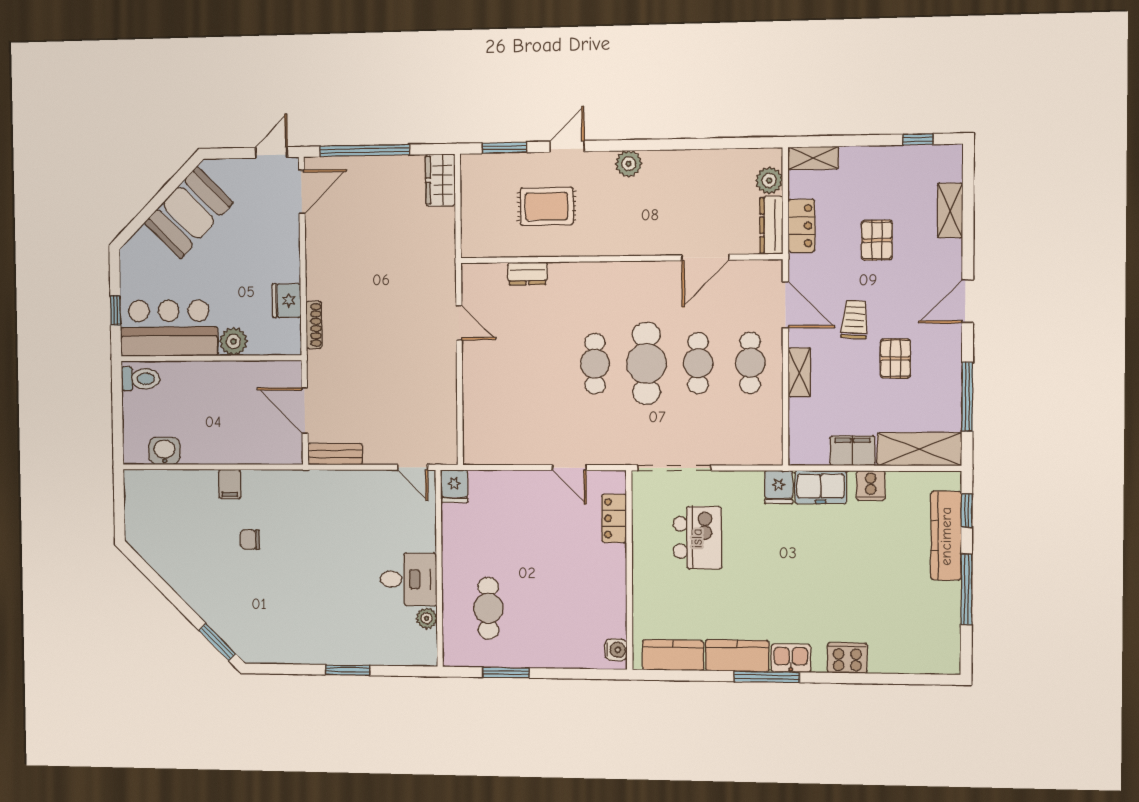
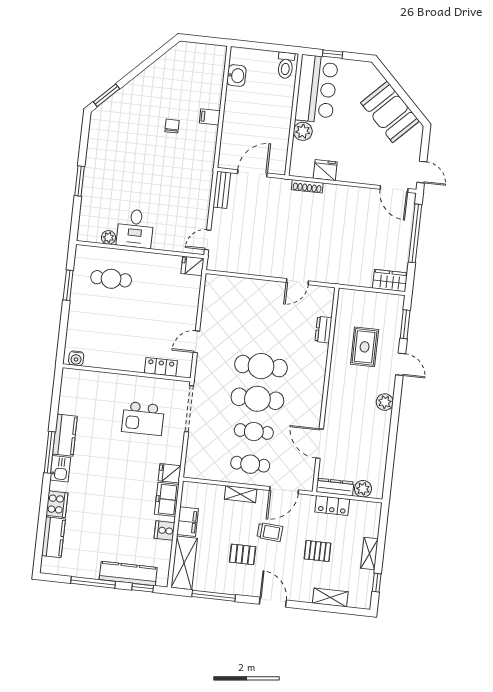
shelving: (813, 158) -> (369, 554), moved
cafe table: (595, 364) -> (261, 366), width x1.37, depth x1.35
kitchen counter: (673, 655) -> (53, 537), moved

